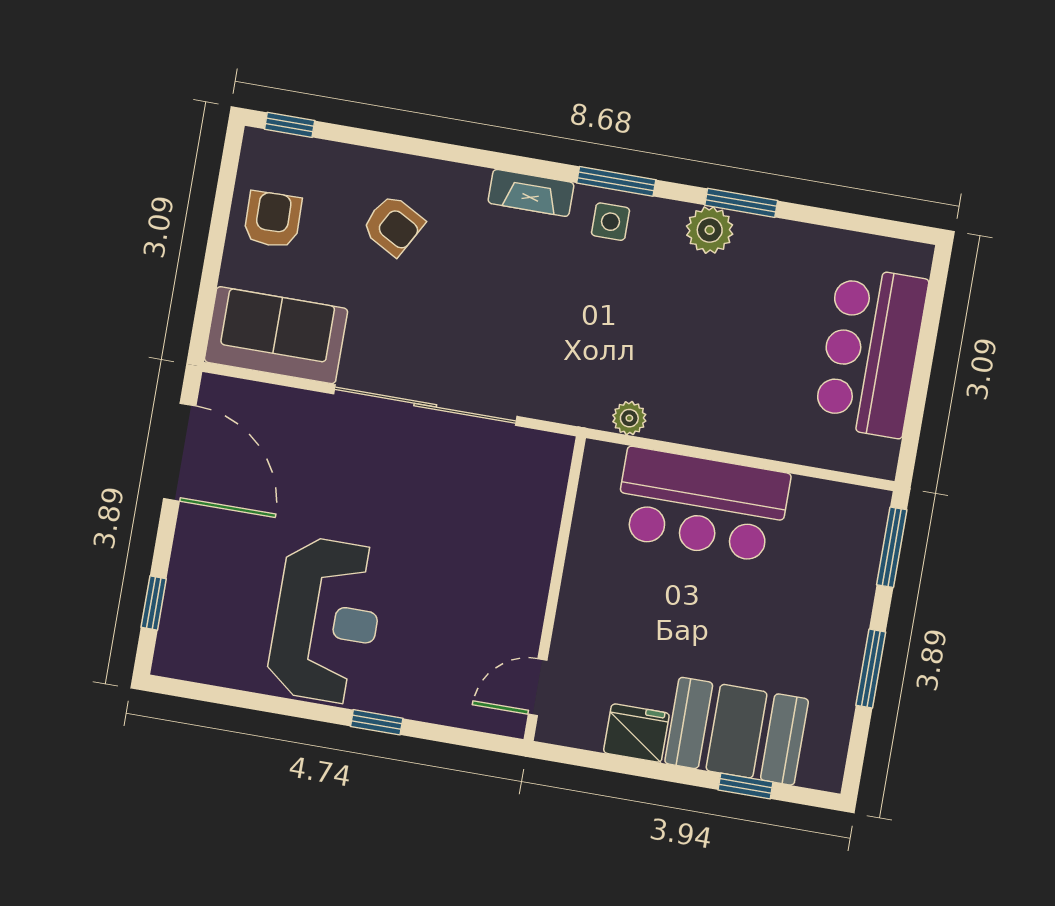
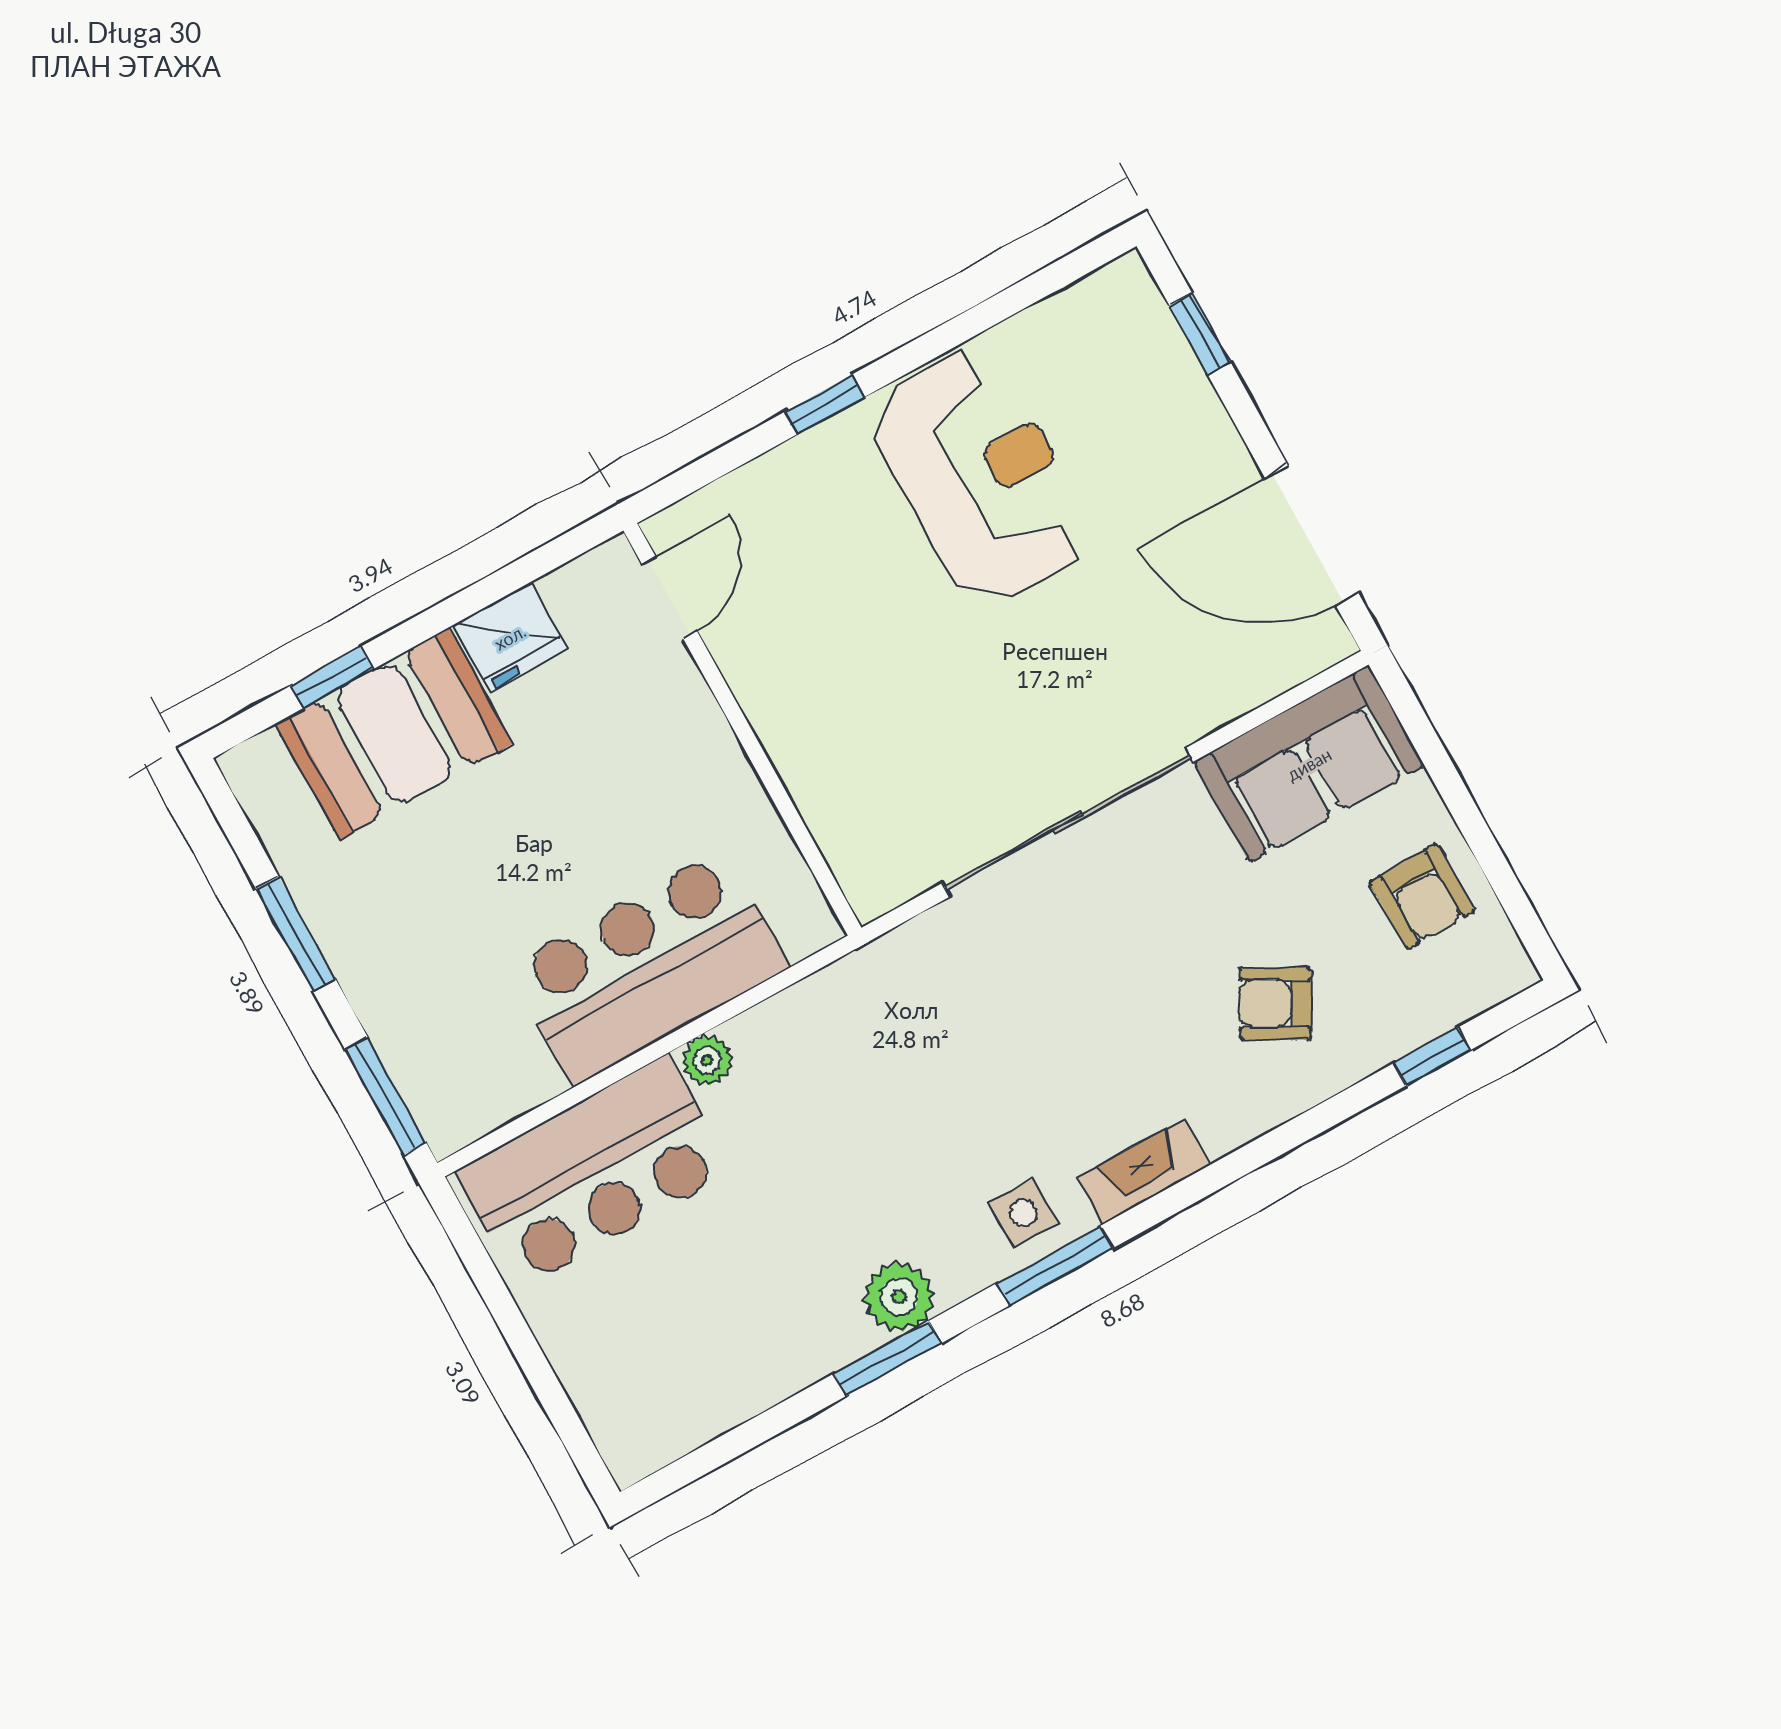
window: (290, 125) -> (1432, 1057), moved
bar counter: (871, 352) -> (594, 1172), moved, turned 90
plant: (629, 418) -> (707, 1060), moved
reception desk: (327, 620) -> (980, 476), turned 180

